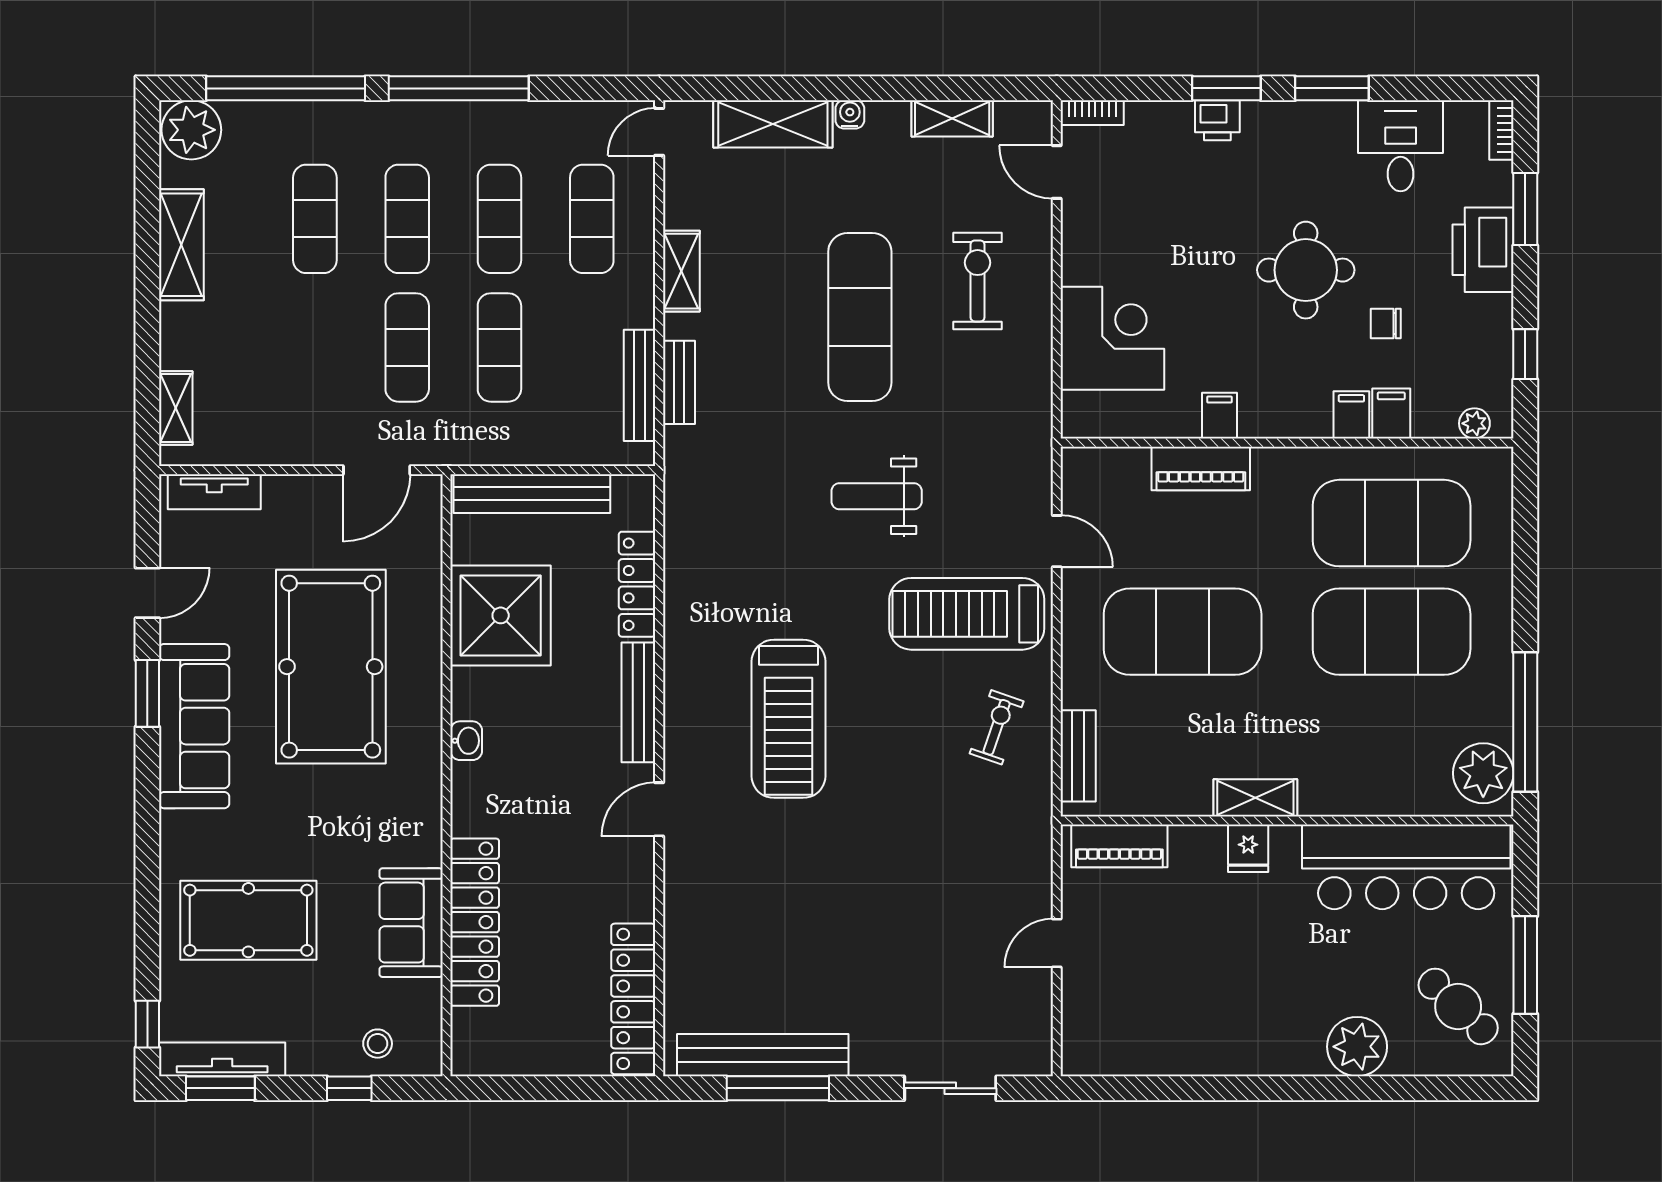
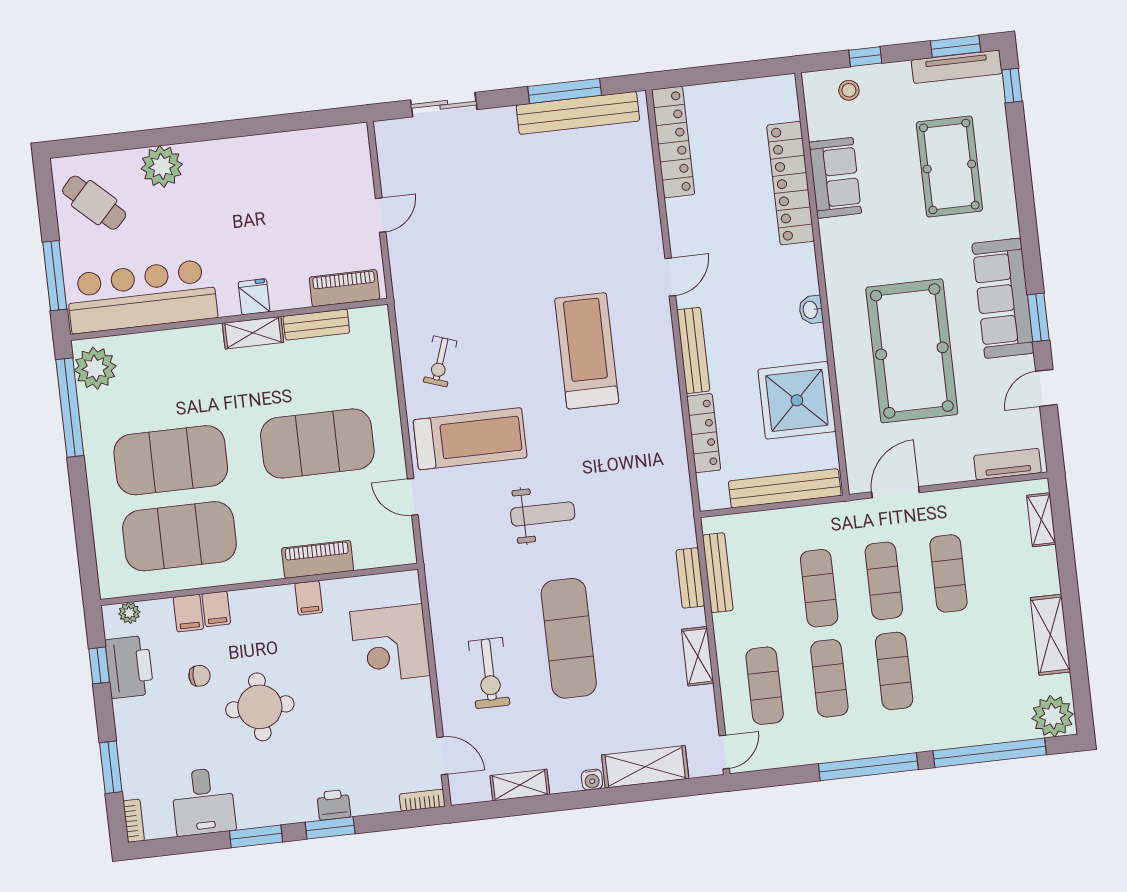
exercise mat: (315, 219) -> (949, 573), moved
printer: (1483, 250) -> (129, 667), moved
bench: (1078, 756) -> (316, 325), moved, turned 90
pool table: (248, 920) -> (949, 166), turned 90
window: (1525, 965) -> (55, 276), moved

